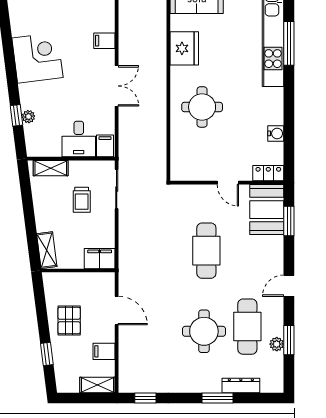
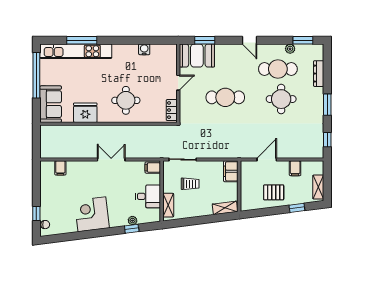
filing cabinet: (104, 41) -> (60, 168), moved
desk: (79, 139) -> (148, 196), moved
locker: (268, 173) -> (172, 110), moved
window: (289, 340) -> (303, 40), moved
shelving: (97, 385) -> (318, 187), moved
window: (218, 398) -> (327, 105), moved

